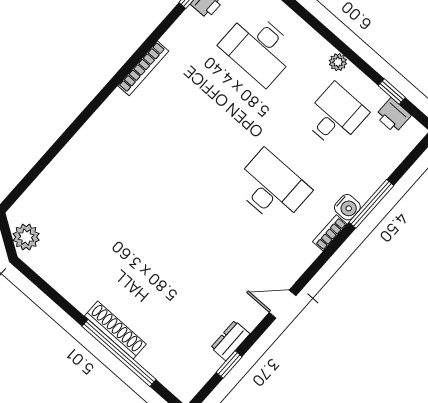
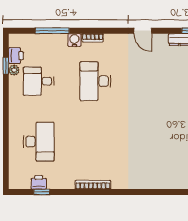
plant: (338, 62) -> (14, 70), moved
window: (371, 204) -> (52, 31), moved

